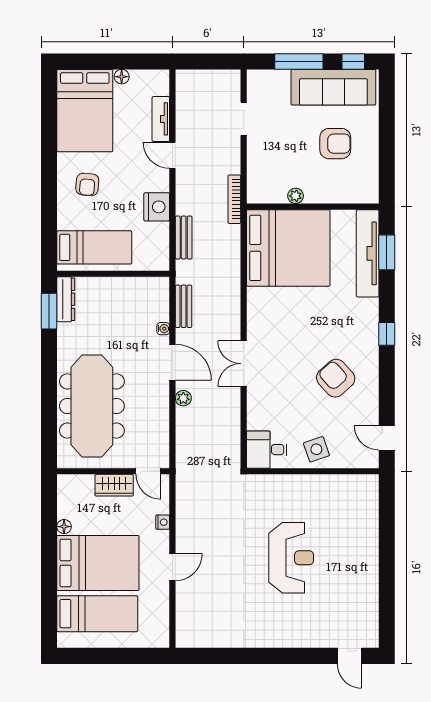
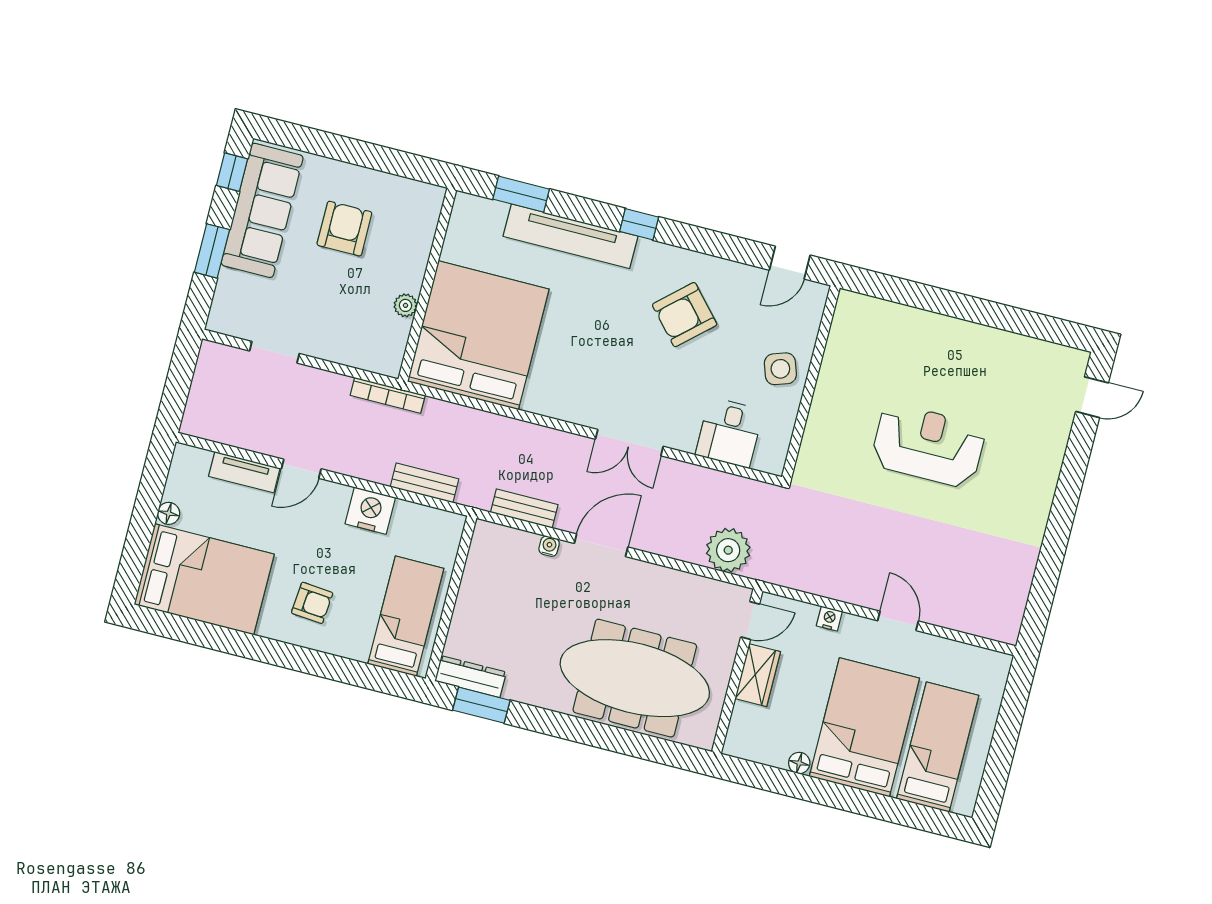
window: (299, 61) -> (212, 251), width x0.69
tv unit: (368, 253) -> (570, 236), moved
plant: (183, 398) -> (728, 550), moved, width x1.87, depth x1.87
desk: (267, 450) -> (729, 432), moved

